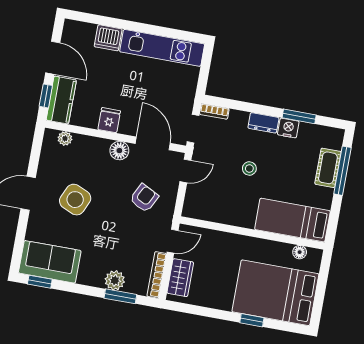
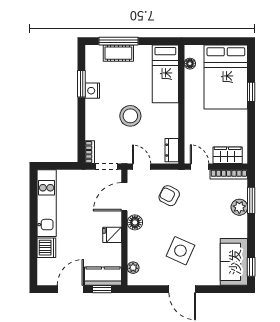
dresser: (263, 123) -> (172, 150), moved, turned 180
stool: (249, 169) -> (130, 116), width x1.89, depth x1.89

